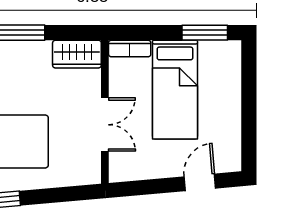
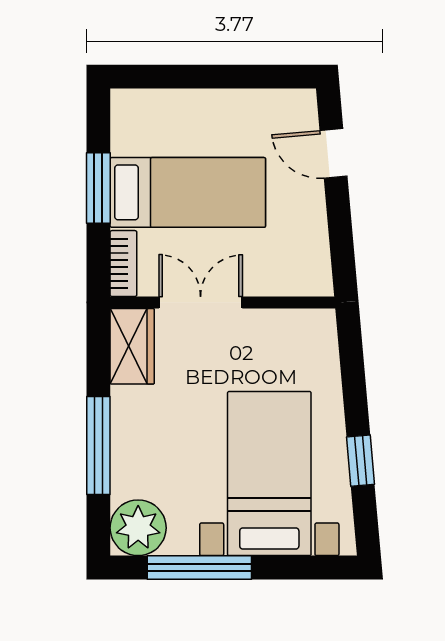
window: (205, 33) -> (98, 188), moved
double door: (105, 125) -> (201, 302), moved

